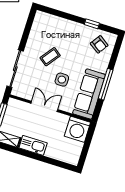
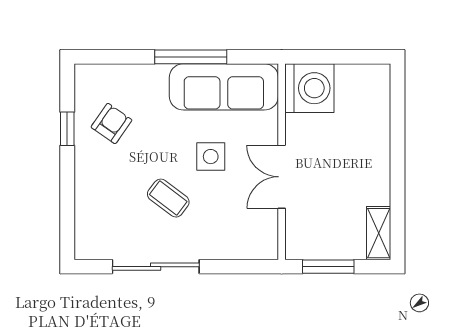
armchair: (99, 44) -> (111, 124), moved
sliding door: (15, 69) -> (156, 267), moved
kitchen sink: (33, 145) -> (375, 175), removed

